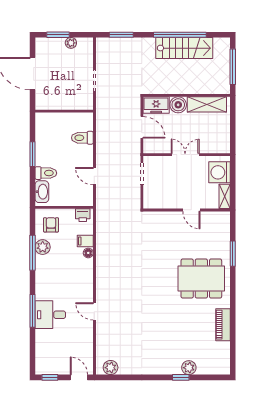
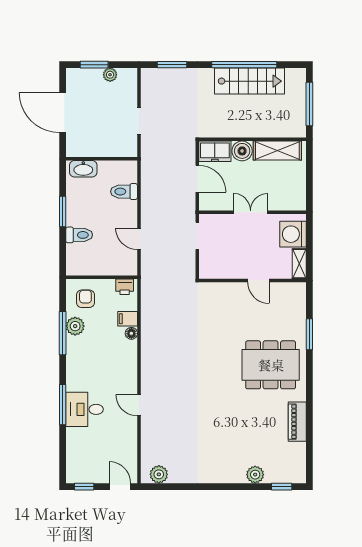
washbasin: (42, 192) -> (83, 169), moved, turned 90
window: (181, 377) -> (282, 487), moved

